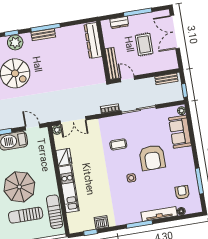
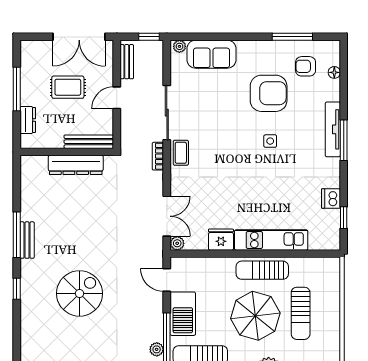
double door: (175, 32) -> (79, 37), moved
dresser: (93, 41) -> (76, 165), moved
plant: (15, 42) -> (32, 285), removed
door: (128, 79) -> (117, 98), moved
door: (33, 127) -> (167, 280), hinge flipped
coffee table: (118, 144) -> (181, 153), moved
armchair: (152, 158) -> (269, 93), moved
sun lounger: (55, 212) -> (262, 270), moved
tv unit: (159, 214) -> (333, 129), moved

